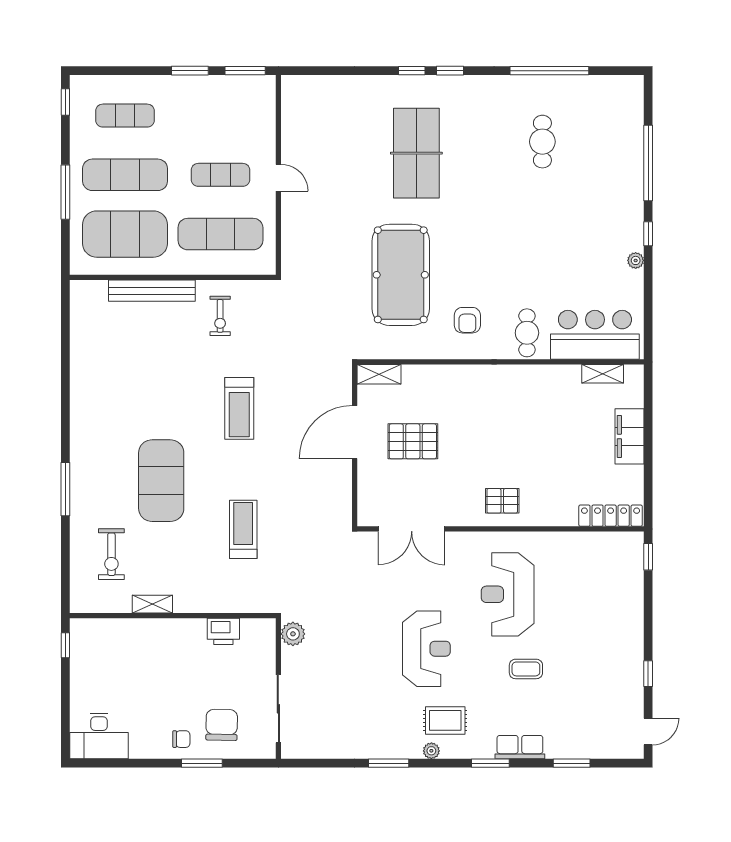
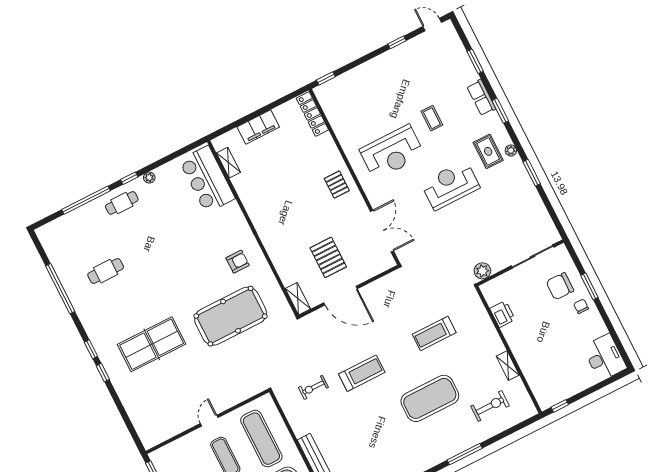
exercise bike: (220, 316) -> (313, 387), moved, turned 180
cafe table: (527, 333) -> (122, 203), moved

